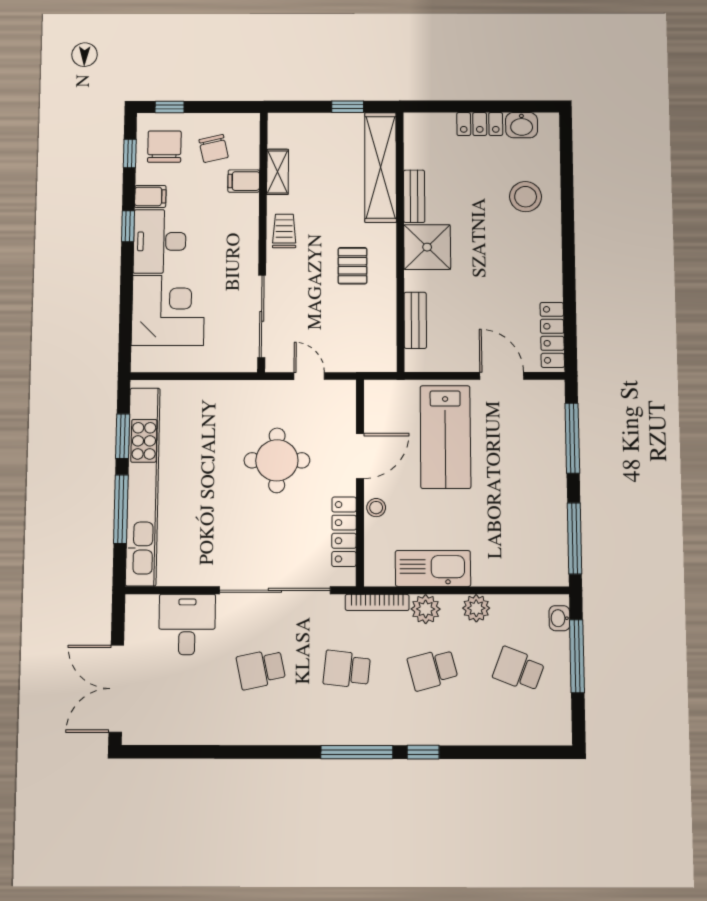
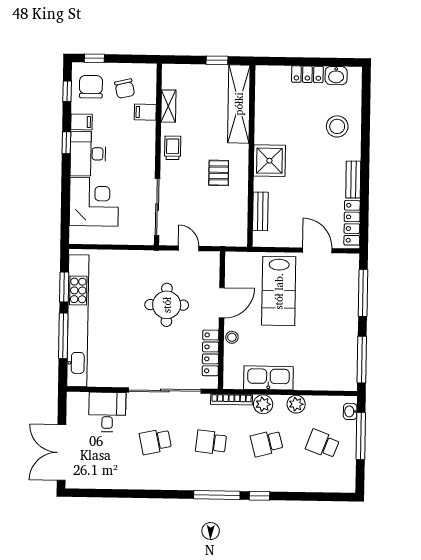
bench: (414, 196) -> (353, 180), moved

